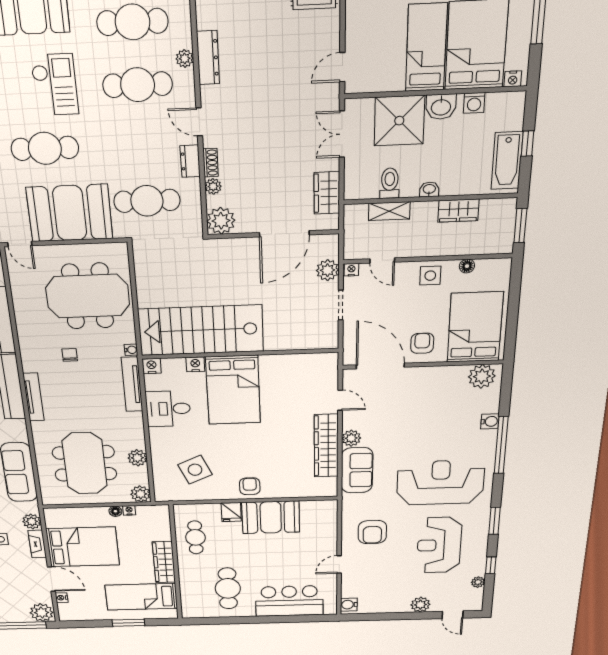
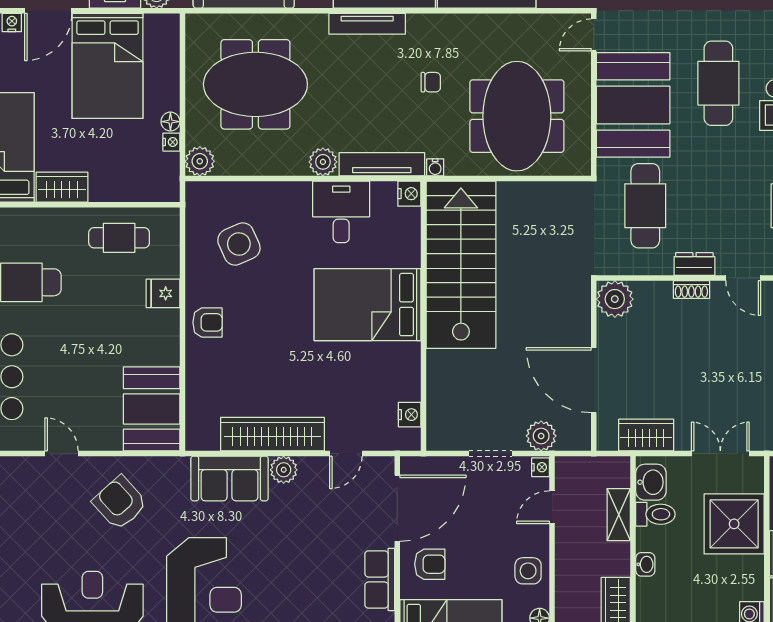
washbasin: (441, 107) -> (651, 482), moved, turned 180
door: (199, 122) -> (743, 278), swing flipped
plant: (213, 186) -> (661, 291), removed
nightstand: (195, 364) -> (410, 415), moved
row of seats: (432, 376) -> (380, 579), added
plant: (137, 458) -> (323, 162), moved
booth: (271, 517) -> (152, 409), moved
armchair: (372, 532) -> (120, 503), turned 48
wardrobe: (164, 562) -> (62, 187), width x0.67

